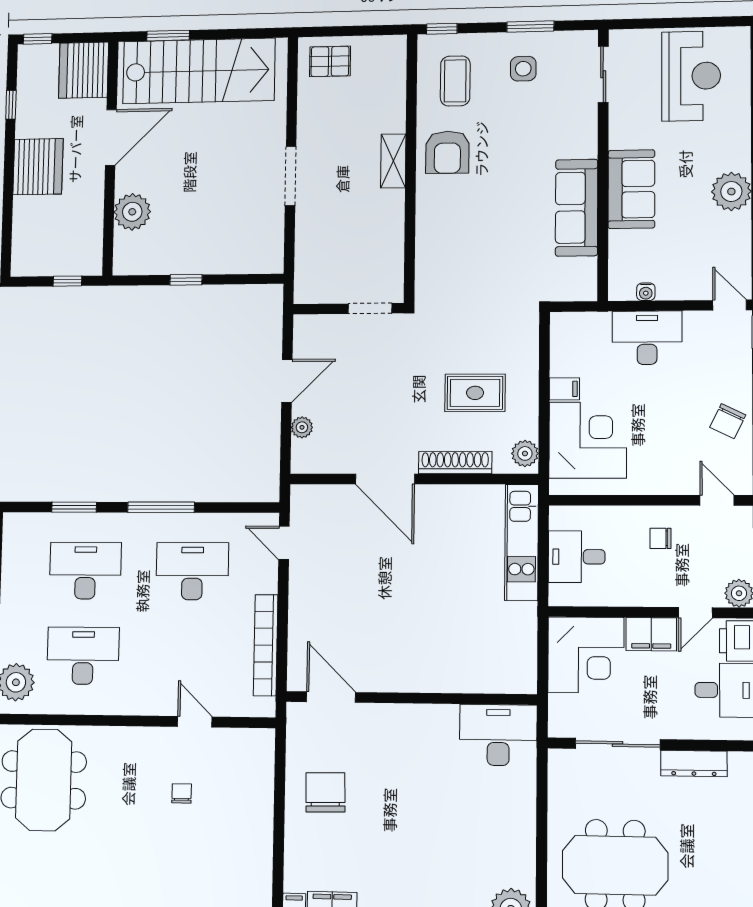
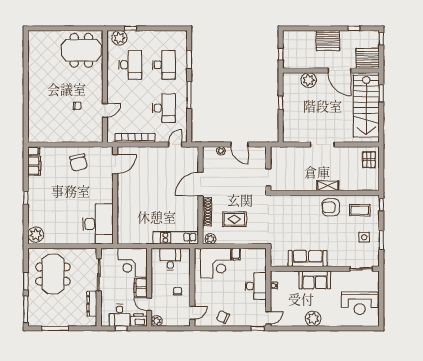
rug: (475, 393) -> (234, 219), turned 90
desk: (498, 735) -> (98, 224), width x1.36, depth x1.30
chair: (325, 792) -> (78, 162), turned 79

